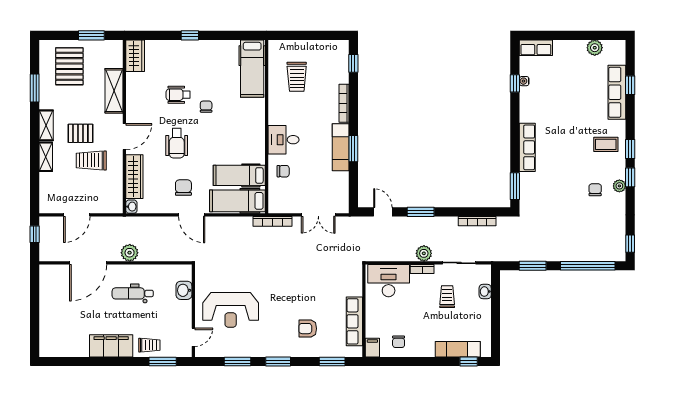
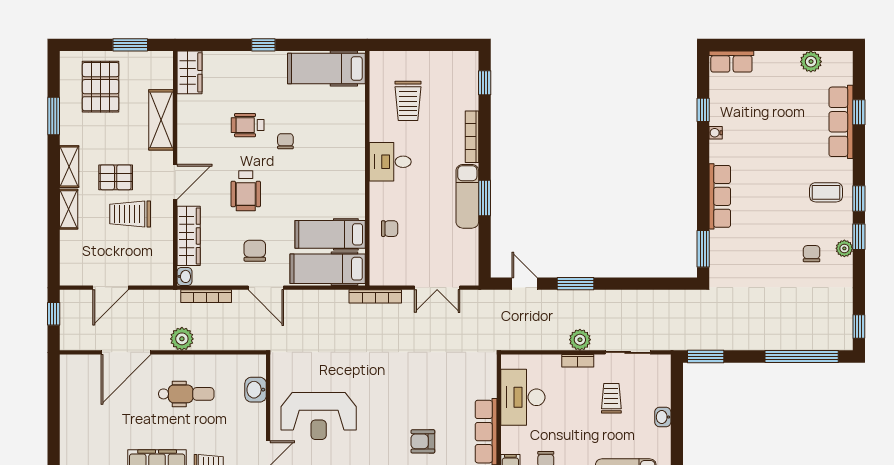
hospital bed: (252, 69) -> (326, 68), moved, turned 90
water cooler: (524, 81) -> (716, 133), moved
desk: (284, 140) -> (390, 162), moved
bookcase: (477, 221) -> (206, 296), moved
window: (533, 266) -> (706, 356), moved
desk: (389, 281) -> (523, 397), moved, turned -90
washbasin: (485, 292) -> (663, 417), moved
dental chair: (133, 293) -> (186, 394), turned 180

